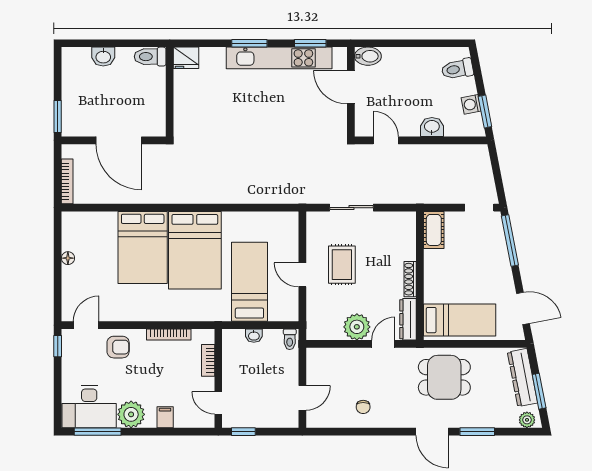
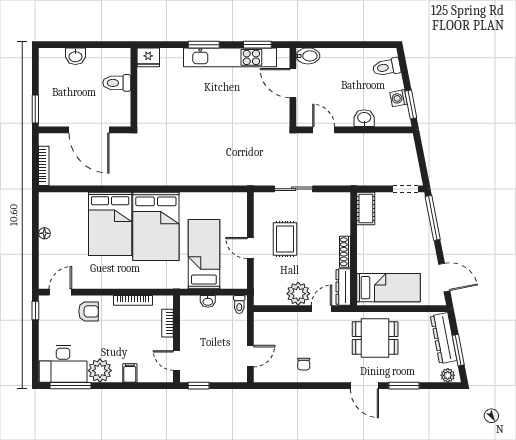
toilet: (150, 57) -> (117, 83), moved

